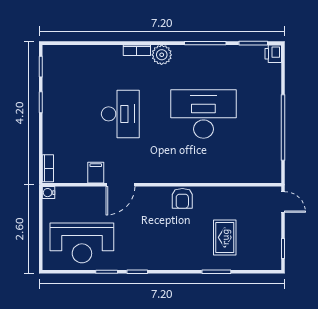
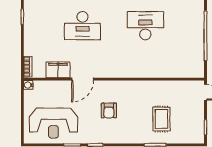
desk: (120, 114) -> (82, 26), turned 90
desk: (203, 114) -> (145, 26), width x0.73, depth x0.77
filing cabinet: (96, 173) -> (58, 70), width x2.00
armchair: (182, 198) -> (109, 110), moved

